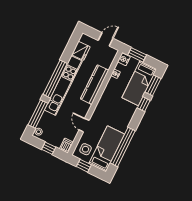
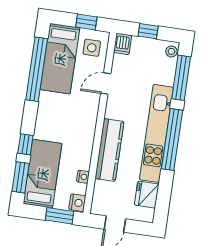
door: (84, 125) -> (106, 84), swing flipped

